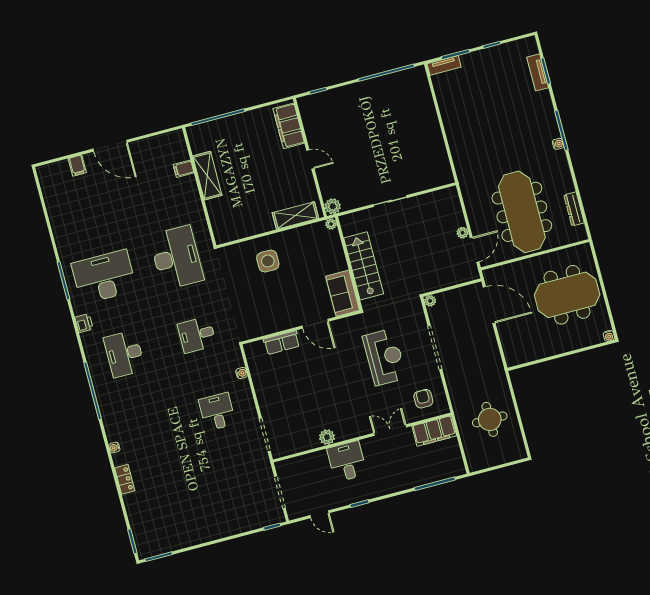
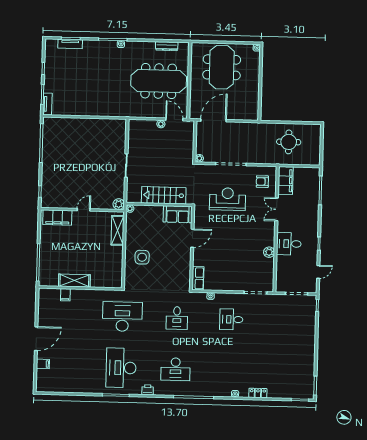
row of seats: (282, 343) -> (198, 278), moved

